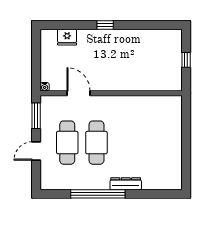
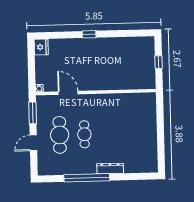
fridge: (67, 37) -> (41, 47), moved, turned -90
cafe table: (96, 143) -> (84, 134), width x0.73, depth x0.74

